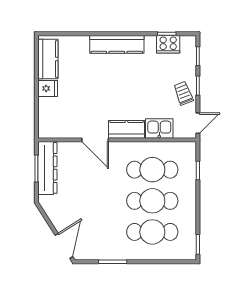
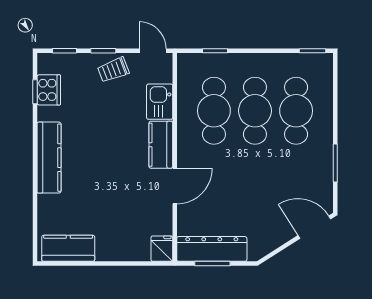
fridge: (48, 88) -> (162, 249), moved

